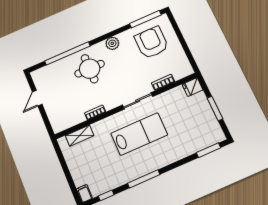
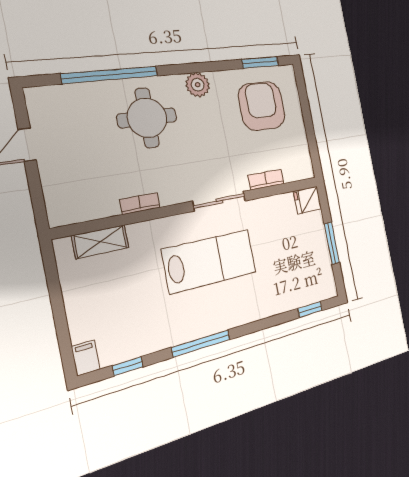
window: (145, 19) -> (260, 62), width x0.69
window: (208, 150) -> (310, 309), width x0.67

